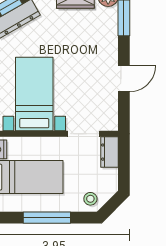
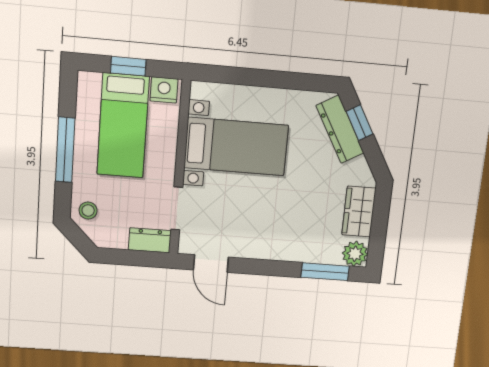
door: (124, 79) -> (211, 263), moved

